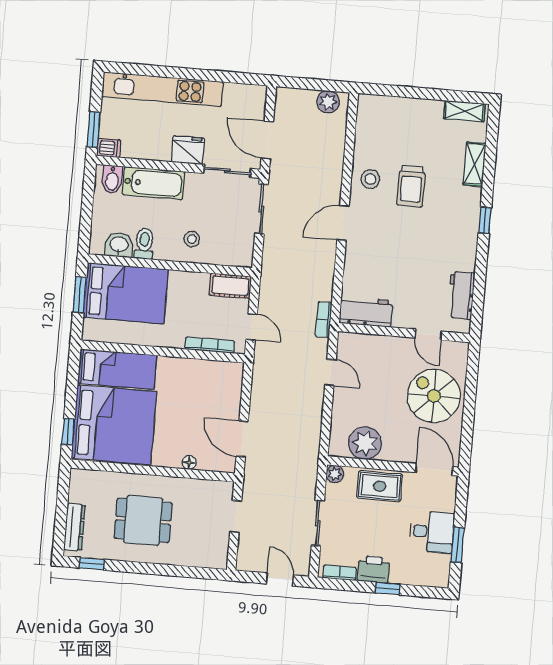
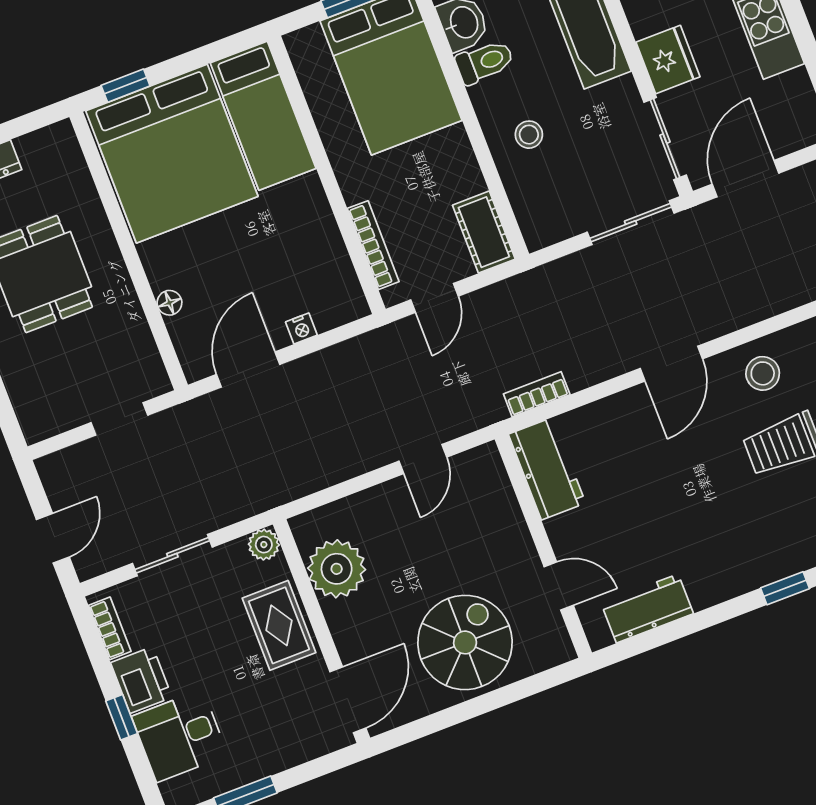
door: (343, 223) -> (671, 364), swing flipped
bookcase: (324, 320) -> (537, 394), moved
door: (428, 335) -> (559, 586), swing flipped
nightstand: (234, 402) -> (301, 328), added
desk: (432, 532) -> (180, 736), moved, turned 90

